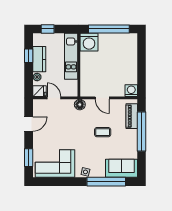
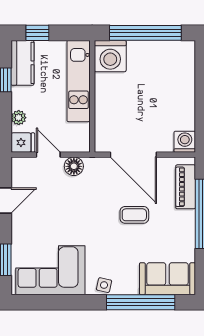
kitchen counter: (39, 59) -> (22, 63), moved
door: (102, 98) -> (133, 155), width x1.88
floor lamp: (80, 105) -> (74, 166), moved

